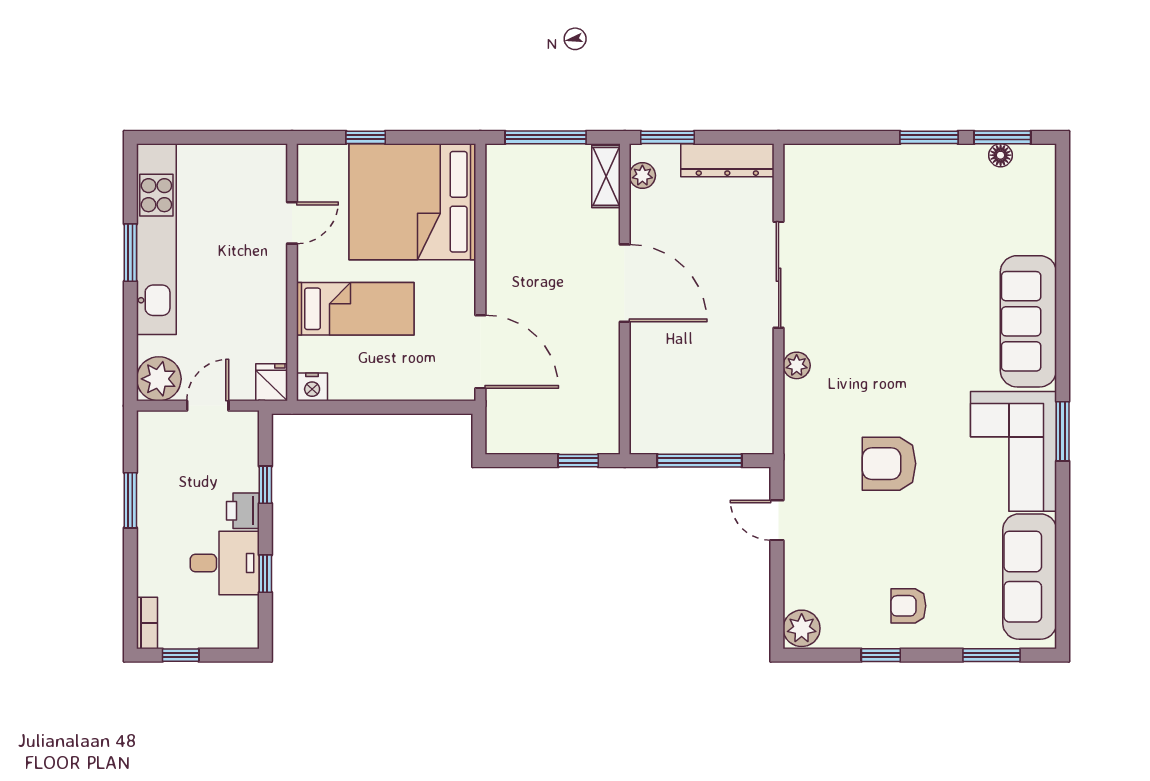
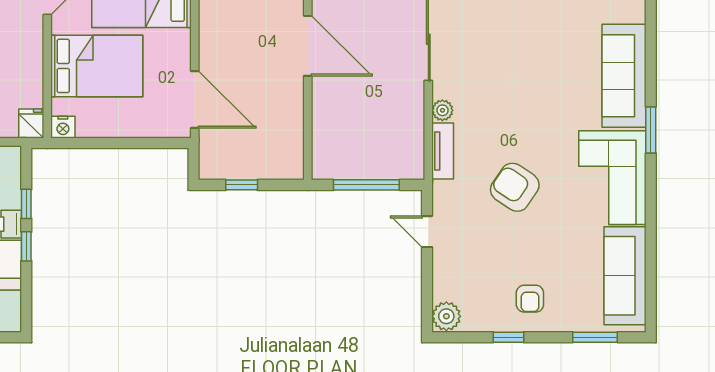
bed: (355, 309) -> (97, 66), width x1.50
tv unit: (797, 417) -> (443, 151), added
window: (1063, 431) -> (651, 130), moved
window: (578, 461) -> (242, 185), moved
armchair: (889, 464) -> (515, 187), turned 34
window: (265, 574) -> (26, 246), moved
armchair: (908, 606) -> (530, 299), turned -90

